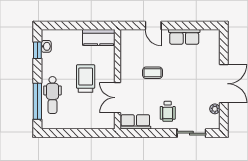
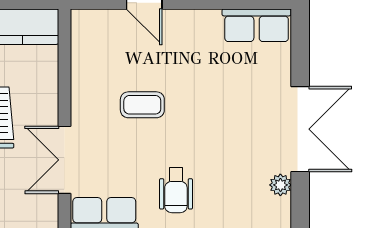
row of seats: (184, 37) -> (257, 25), moved

